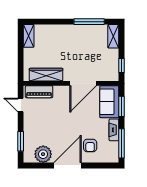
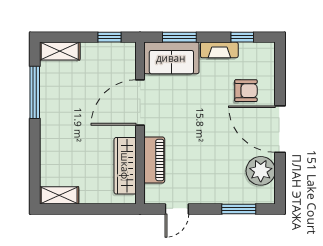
door: (83, 83) -> (140, 103), swing flipped
piano: (39, 92) -> (154, 160), moved
window: (121, 143) -> (242, 37), width x0.46

